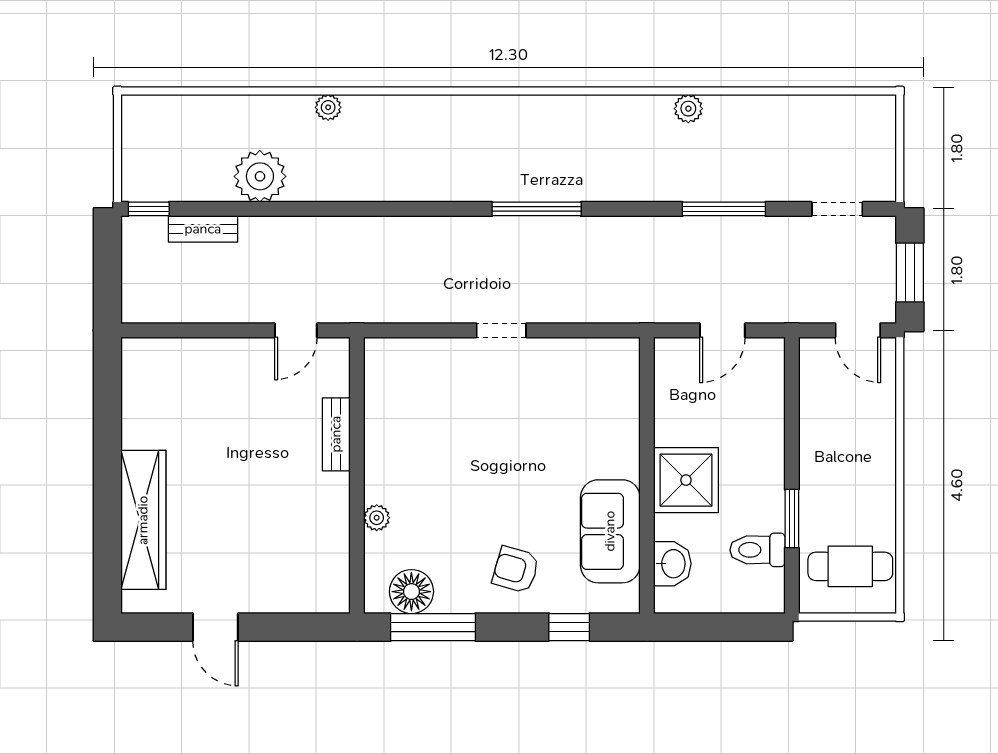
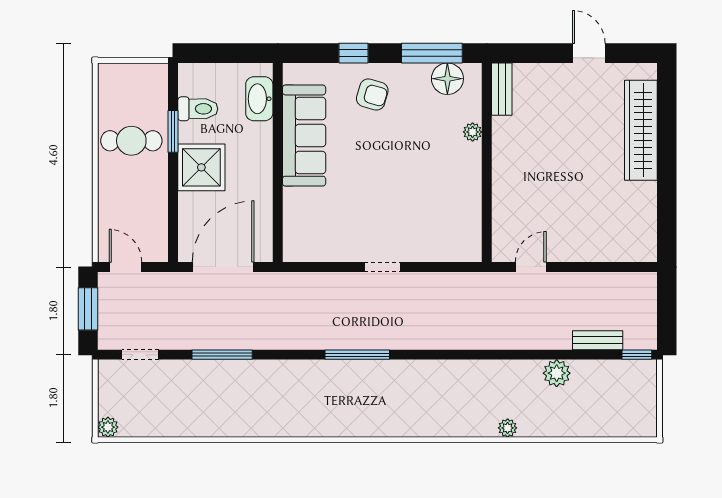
plant: (688, 109) -> (108, 427), moved
plant: (260, 176) -> (557, 373), width x0.73, depth x0.73
door: (722, 330) -> (223, 267), width x1.87
bench: (336, 434) -> (502, 89), moved
shower: (686, 480) -> (201, 167), moved
sofa: (610, 531) -> (304, 136), width x1.36
washbasin: (672, 564) -> (259, 99), width x1.38
cafe table: (850, 566) -> (131, 141), moved
window: (569, 627) -> (353, 53), moved

